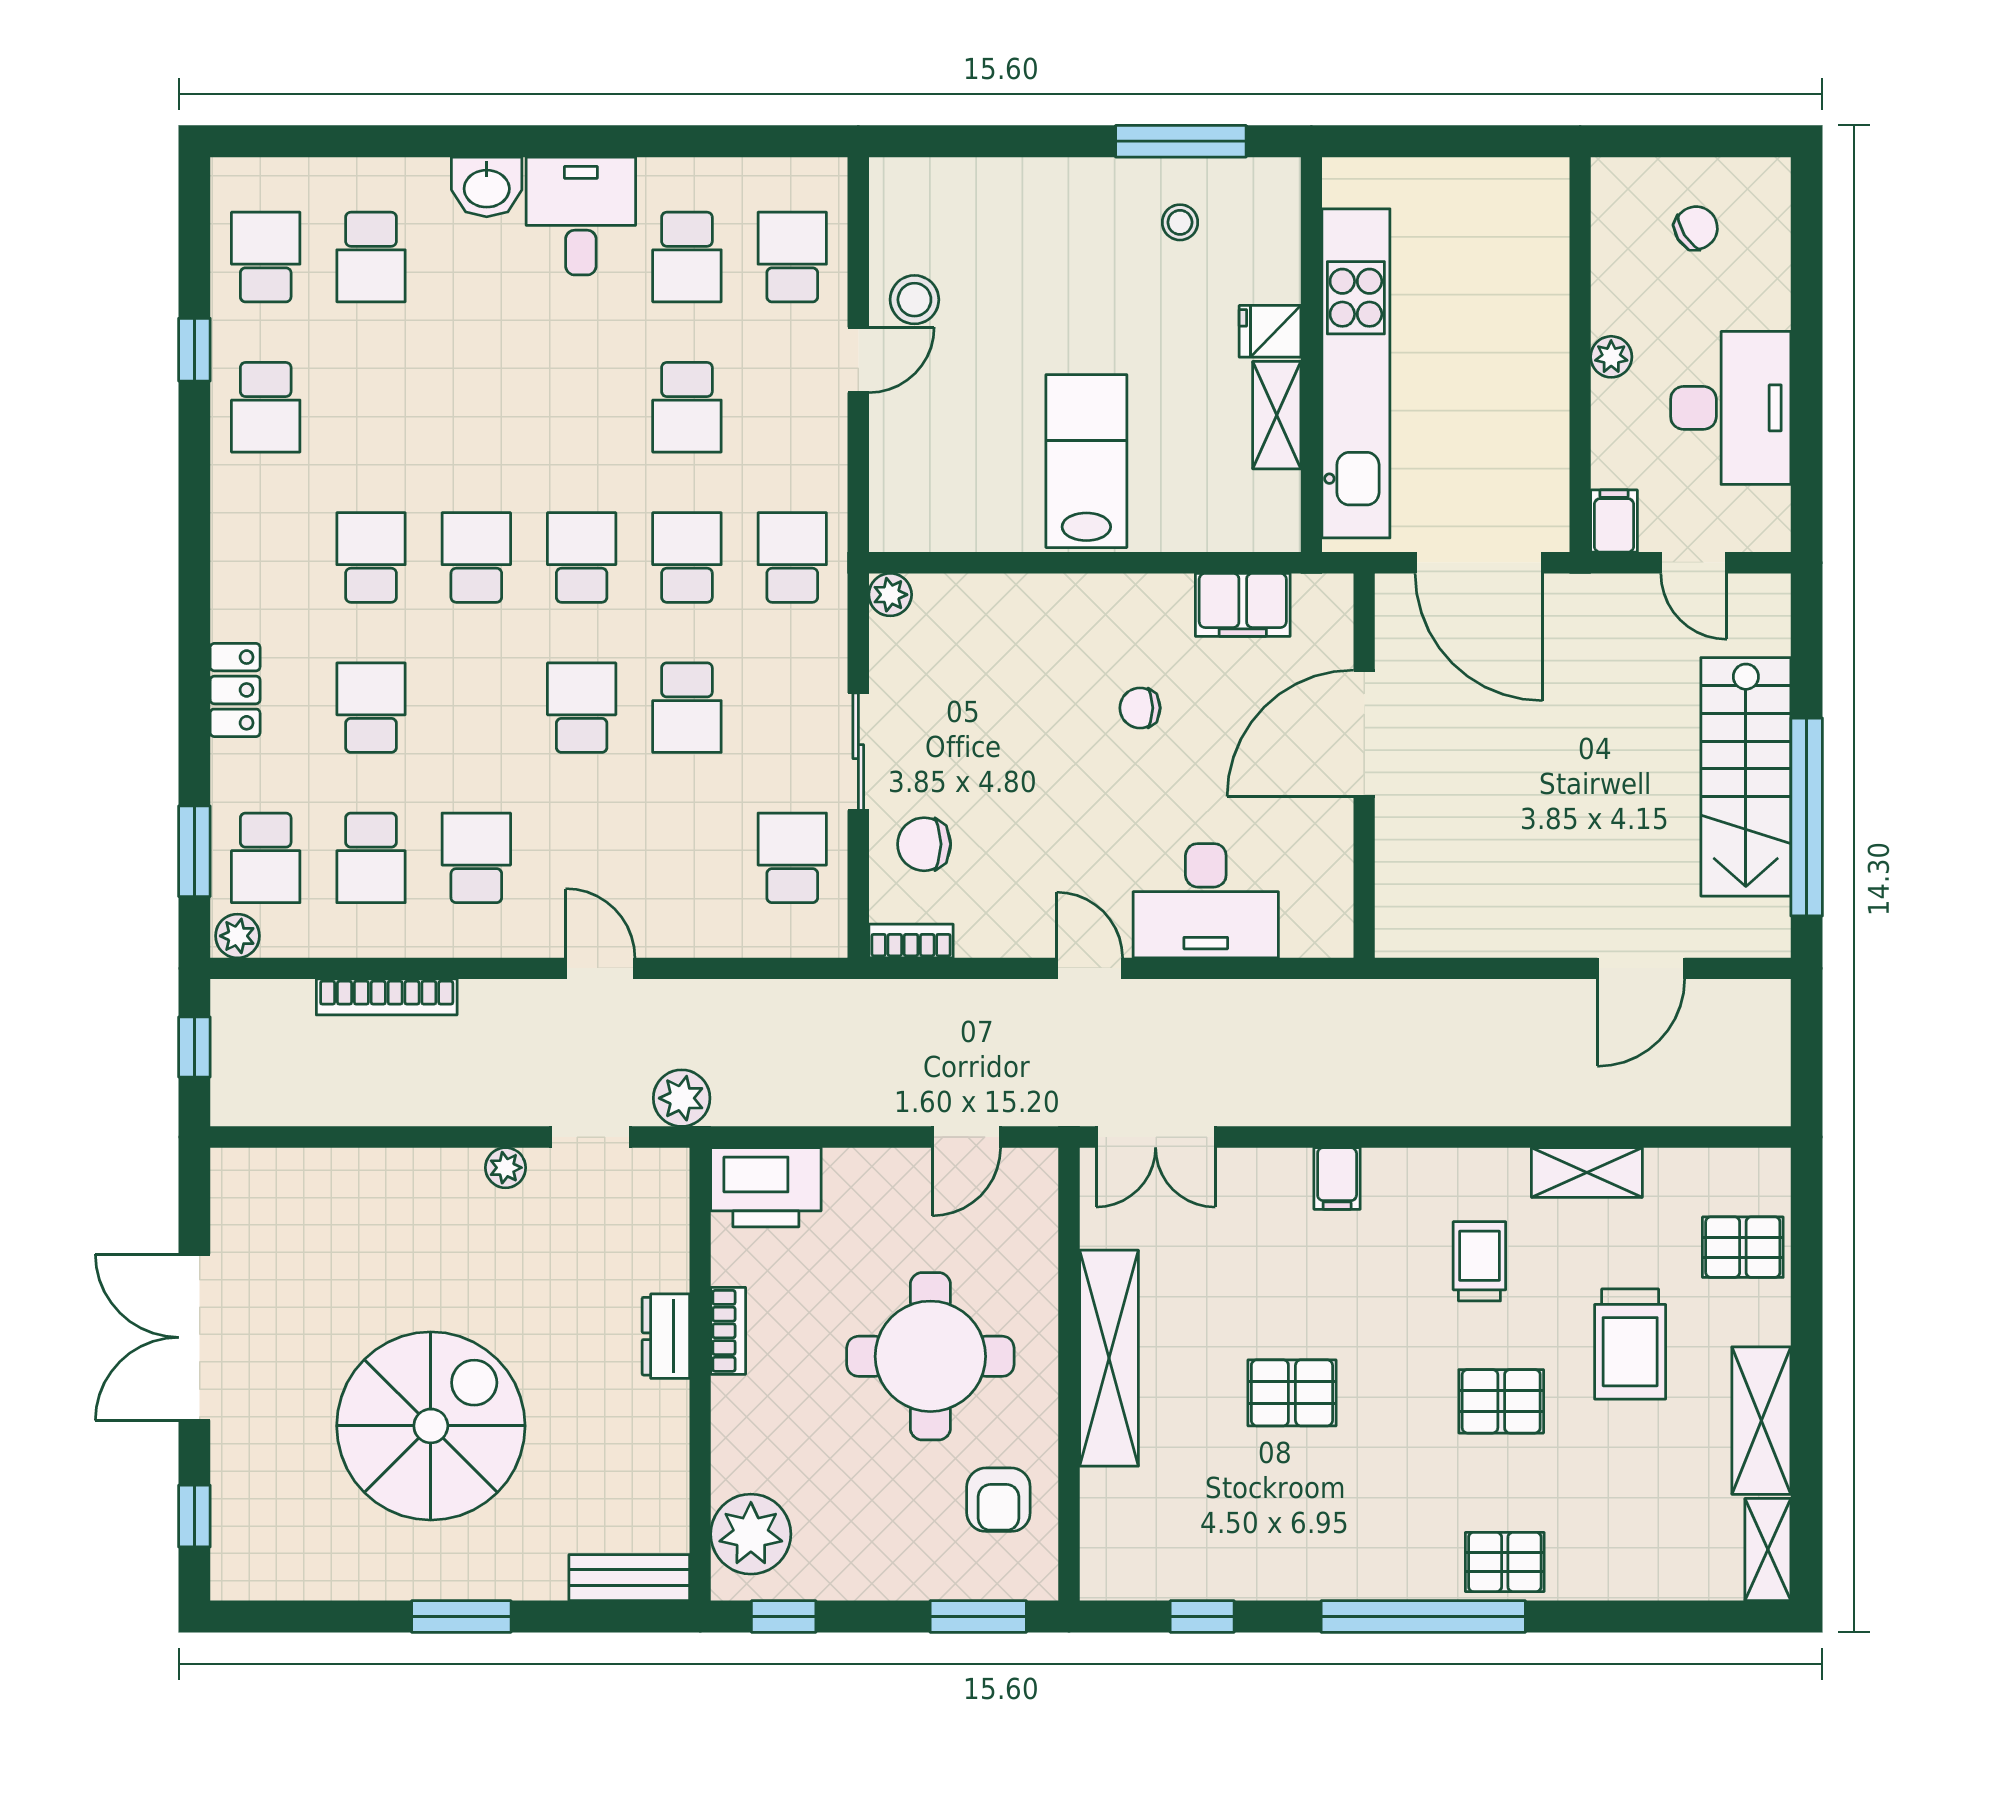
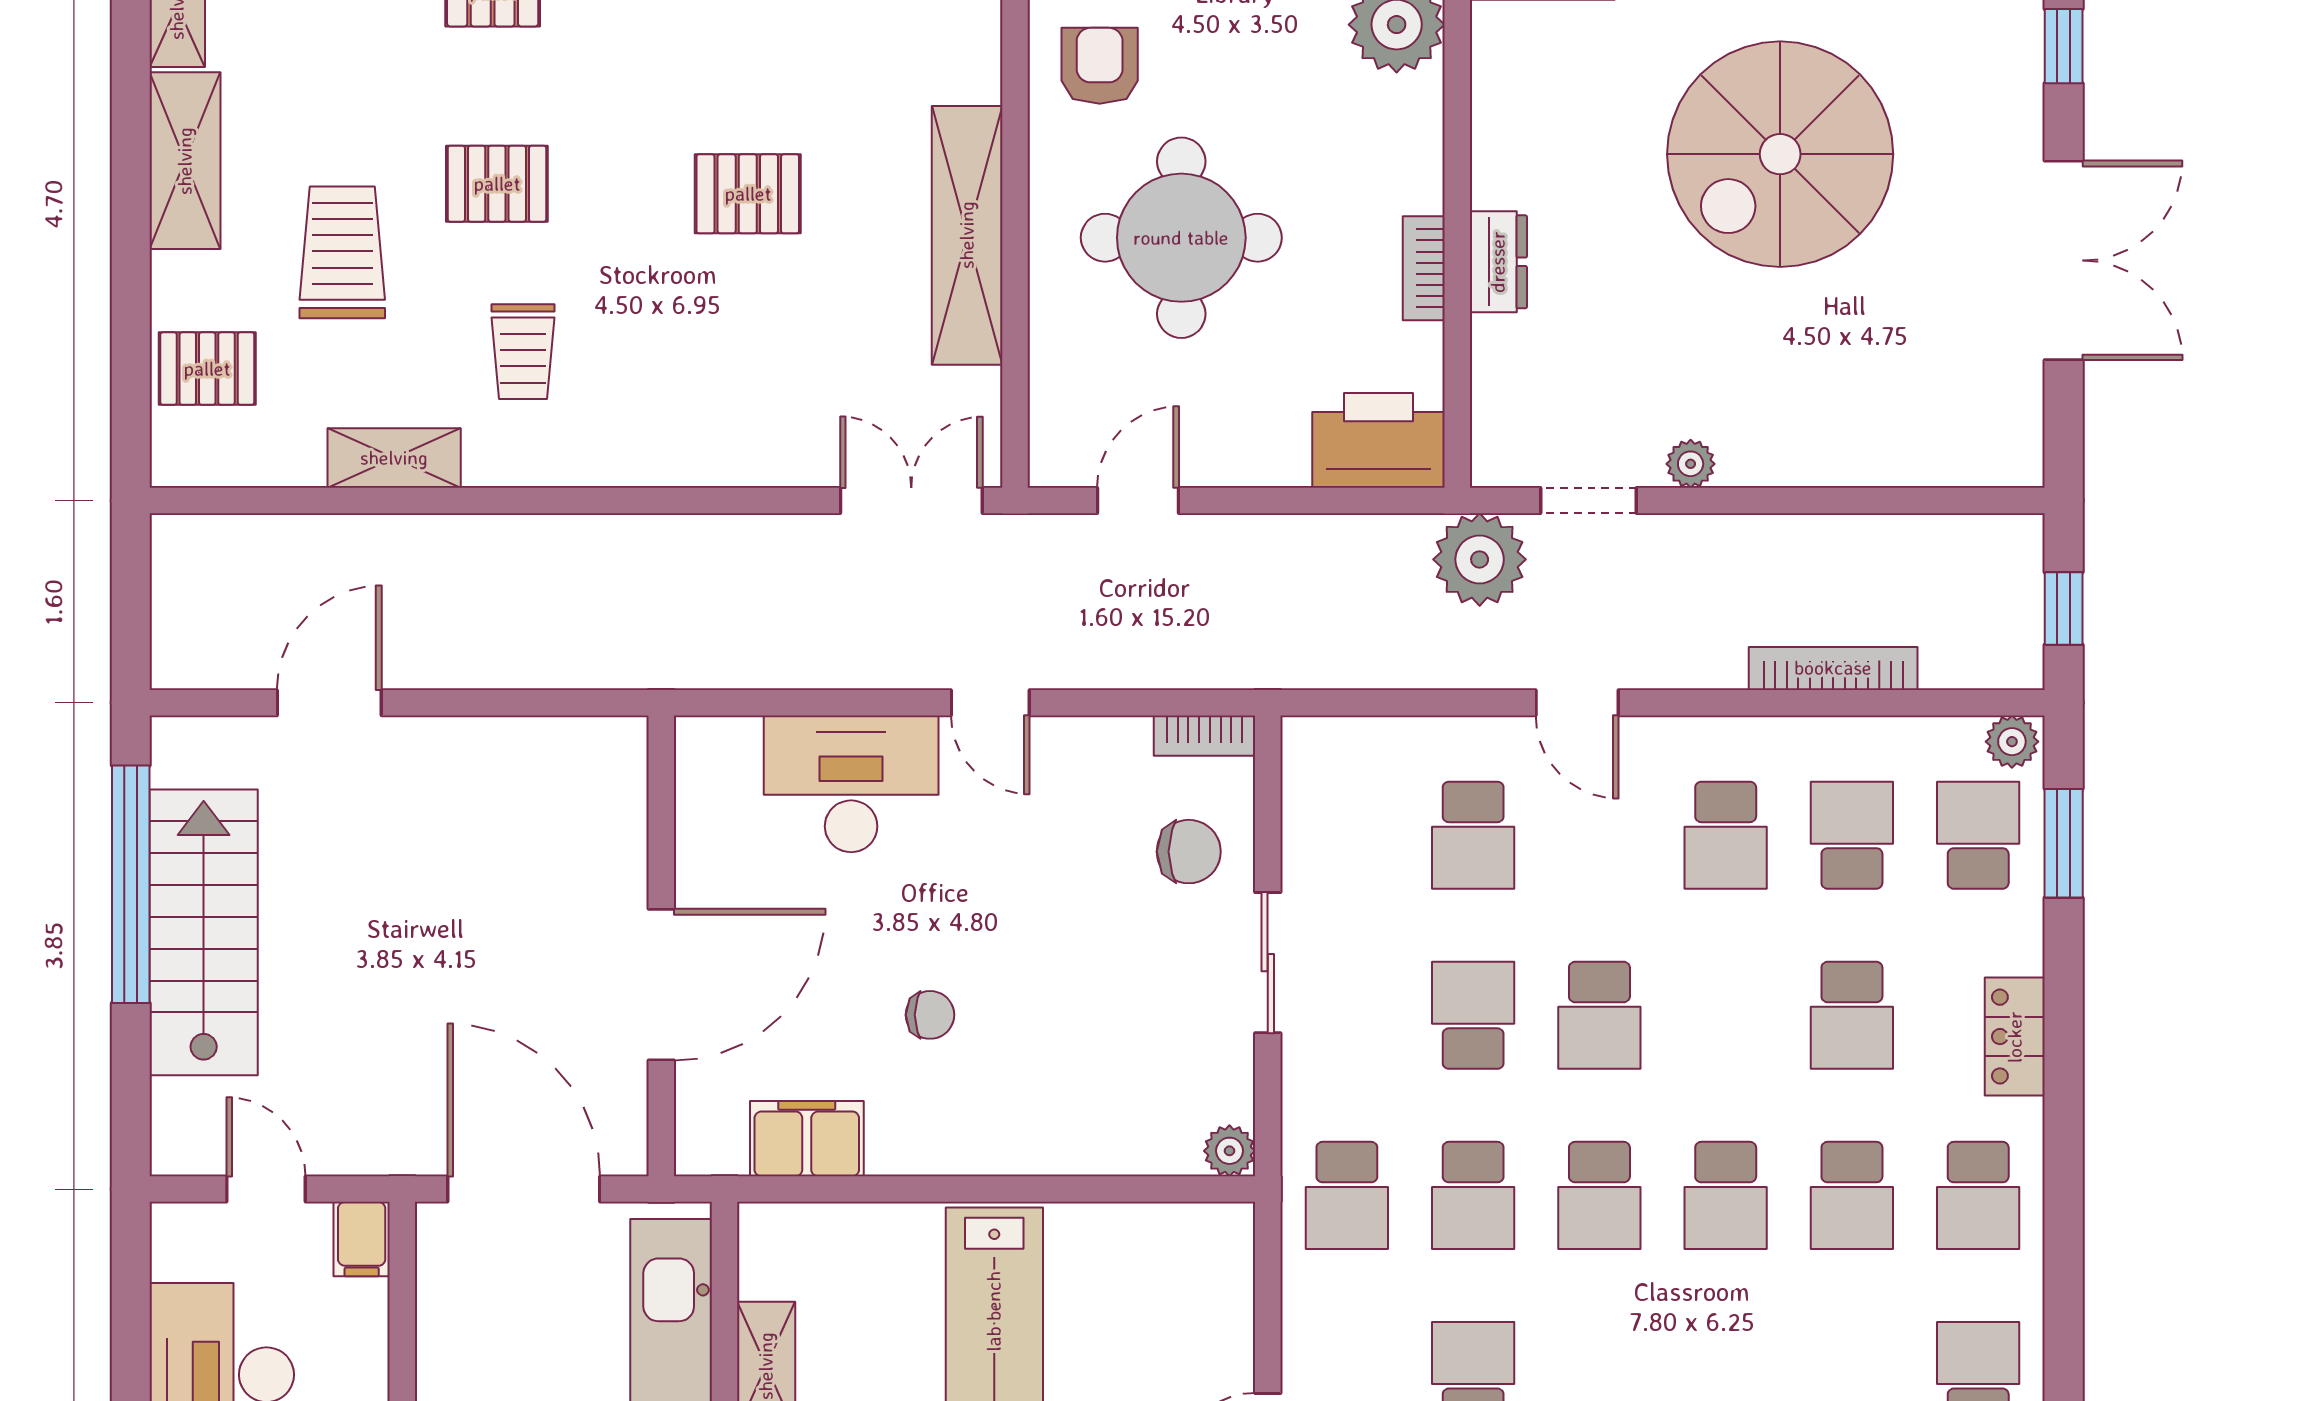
school desk: (266, 557) -> (1978, 1195), added
school desk: (792, 858) -> (1473, 835), moved
plant: (682, 1098) -> (1480, 559), width x1.36, depth x1.36
filing cabinet: (1337, 1178) -> (694, 451), removed

